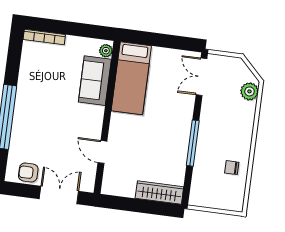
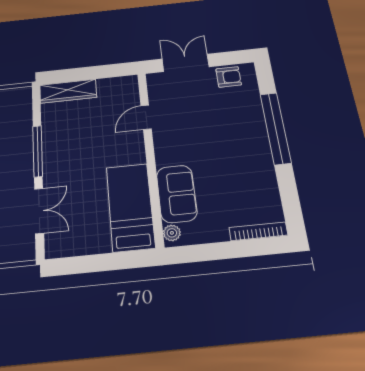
double door: (201, 77) -> (39, 211), moved
door: (102, 152) -> (146, 117), swing flipped
double door: (59, 195) -> (186, 63), swing flipped

